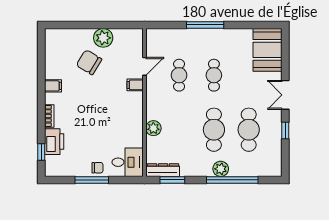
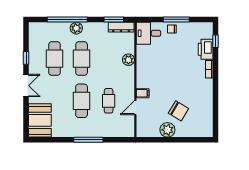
cafe table: (214, 75) -> (82, 101), width x1.37, depth x1.35
filing cabinet: (53, 86) -> (206, 92), removed

